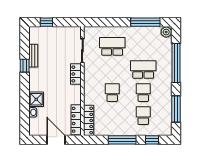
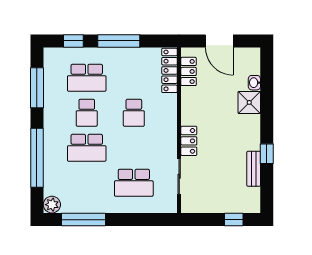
school desk: (143, 116) -> (87, 78), width x1.85
locker: (76, 120) -> (189, 71), width x0.66

